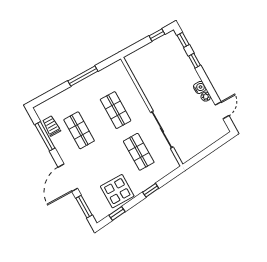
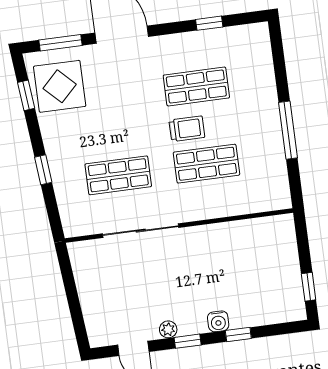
window: (183, 40) -> (188, 341), moved
water cooler: (200, 87) -> (218, 321), moved
trolley: (51, 126) -> (187, 129), moved
window: (45, 136) -> (209, 23), width x0.46
display table: (117, 191) -> (60, 86), moved

